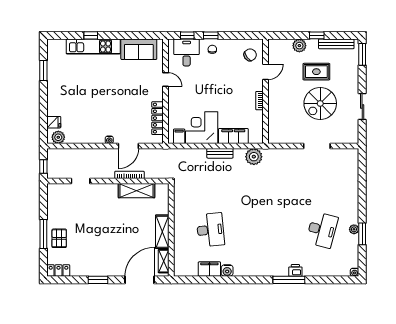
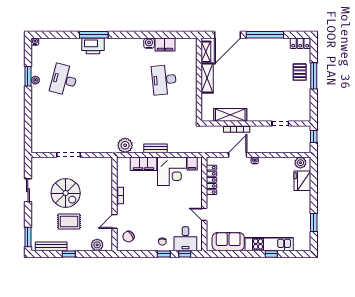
plant: (299, 46) -> (97, 245), moved
spiral stairs: (320, 103) -> (66, 193), turned 90
fridge: (54, 122) -> (302, 181), width x1.88, depth x1.34
printer: (295, 270) -> (93, 46), width x1.87, depth x1.48
window: (98, 280) -> (265, 35), width x2.11

